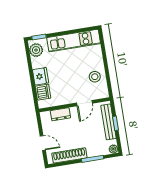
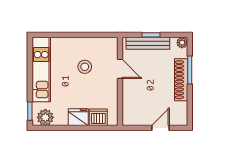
stool: (95, 77) -> (85, 67), moved
dresser: (60, 114) -> (129, 100), removed
shoe rack: (69, 155) -> (181, 80), moved

